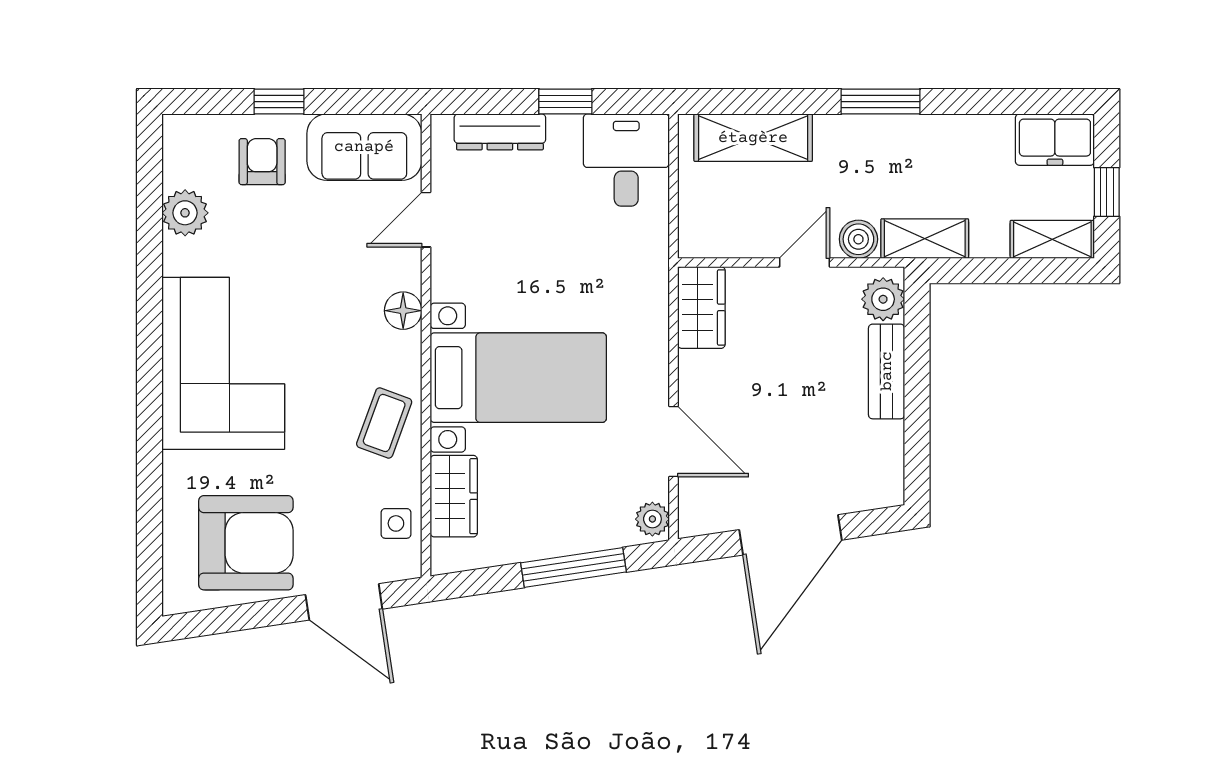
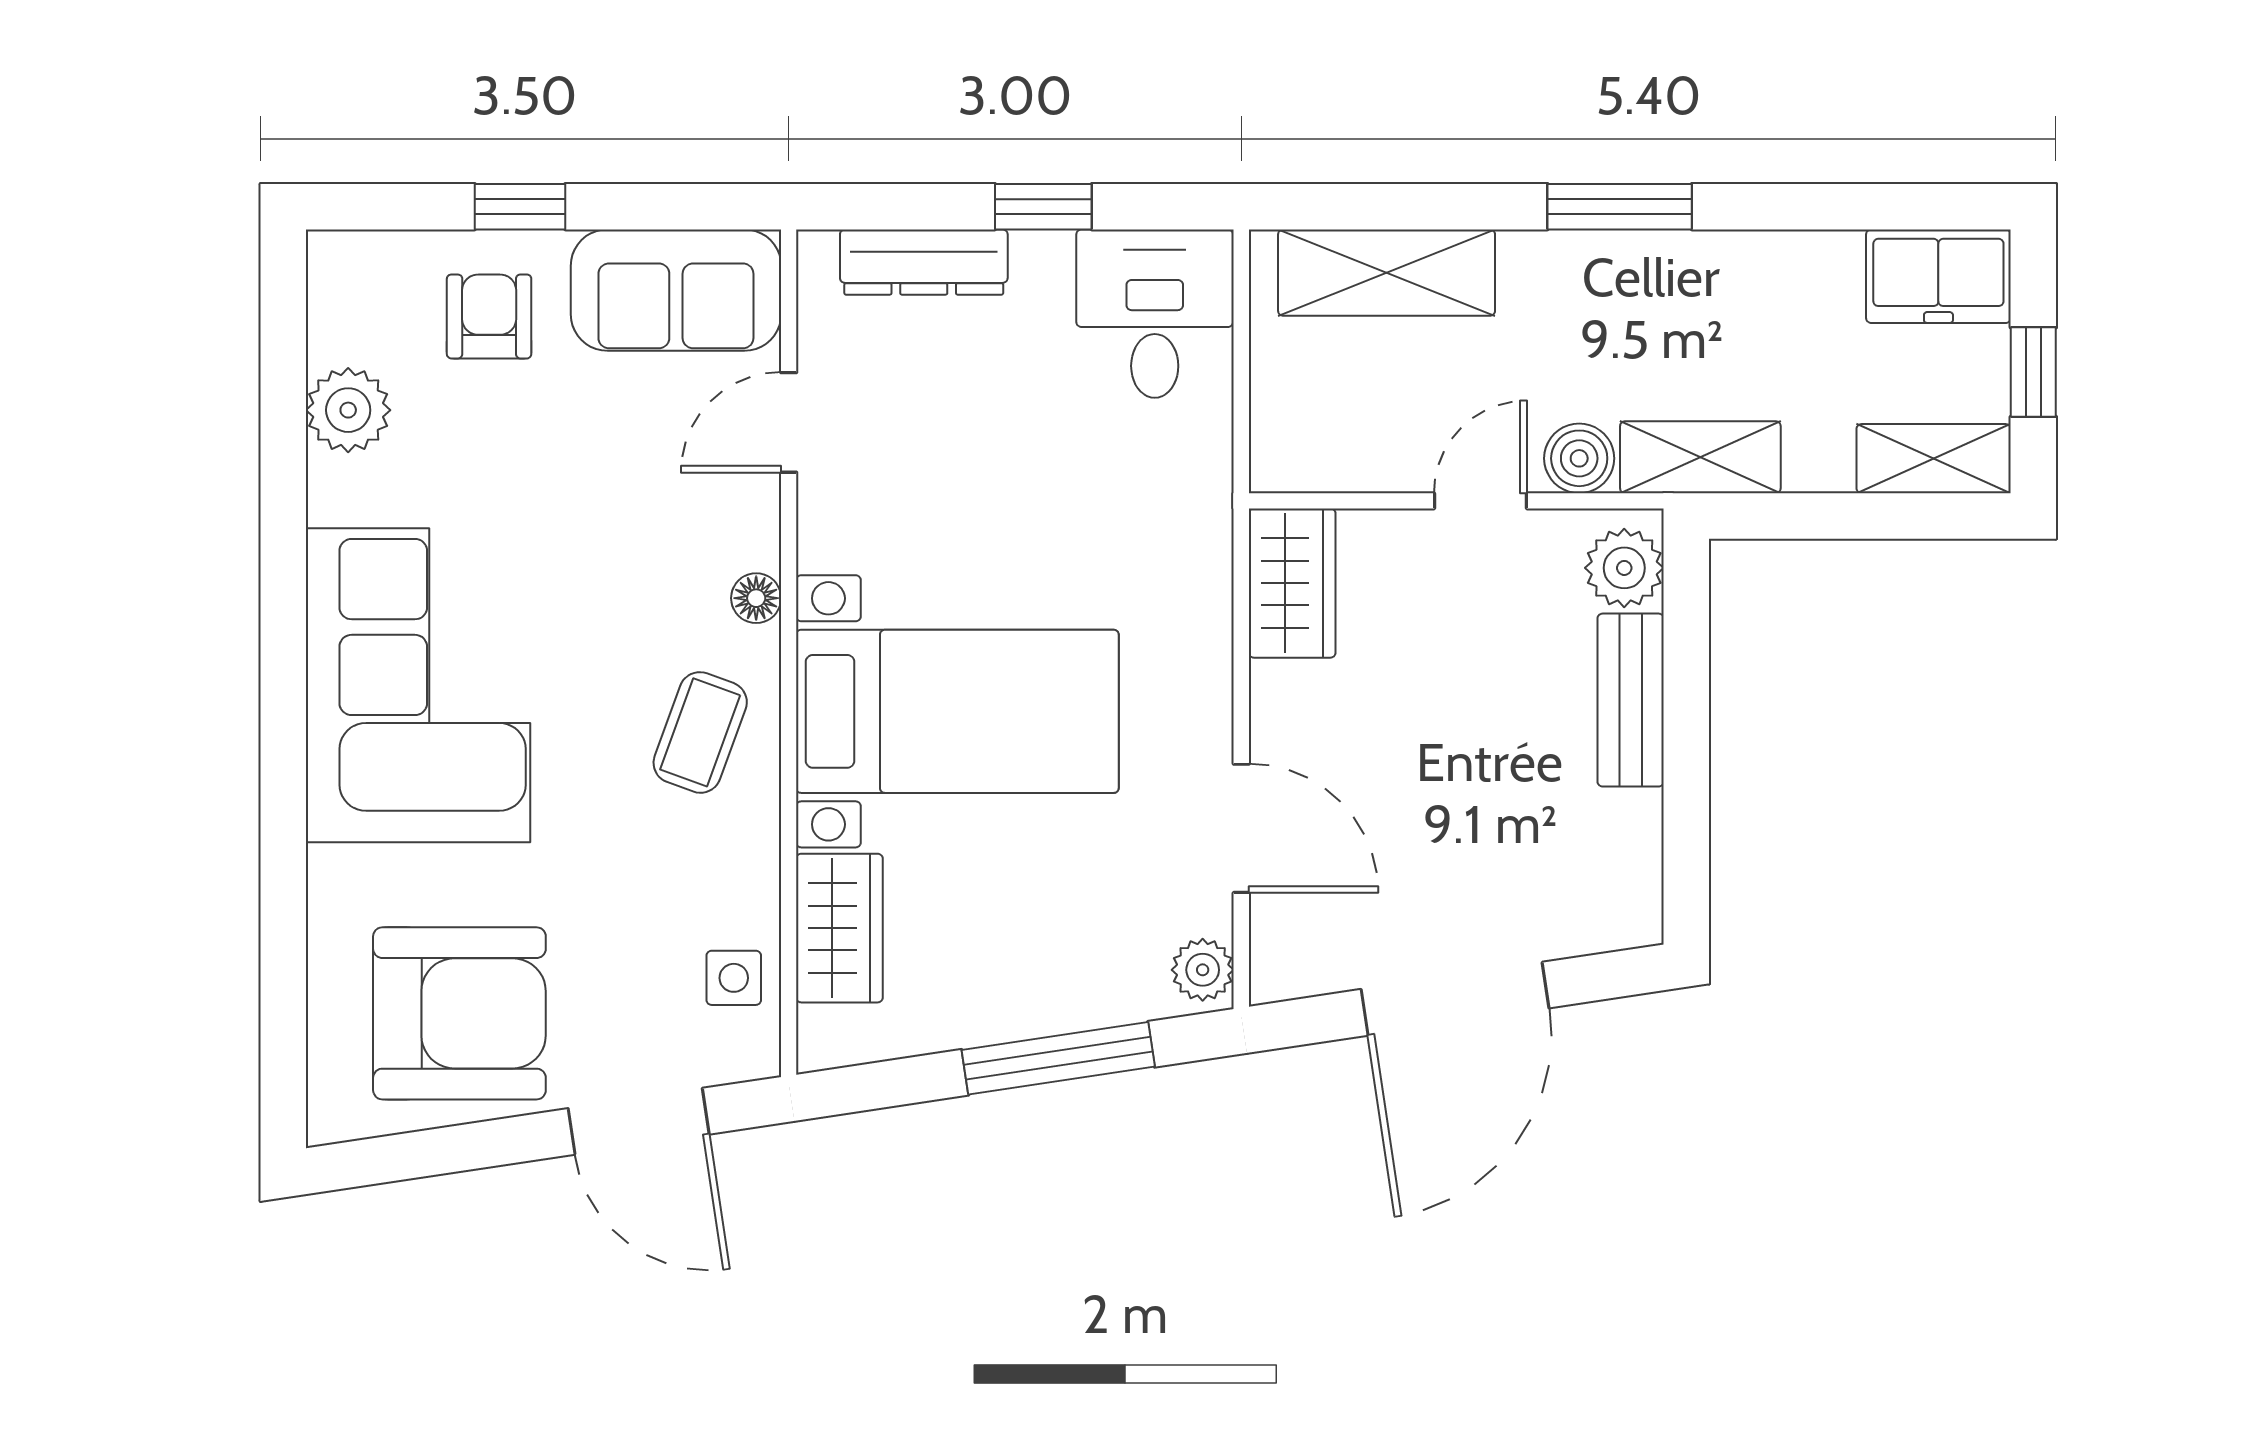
floor lamp: (403, 311) -> (756, 598), width x0.73, depth x0.73
coffee table: (384, 423) -> (700, 732), moved

